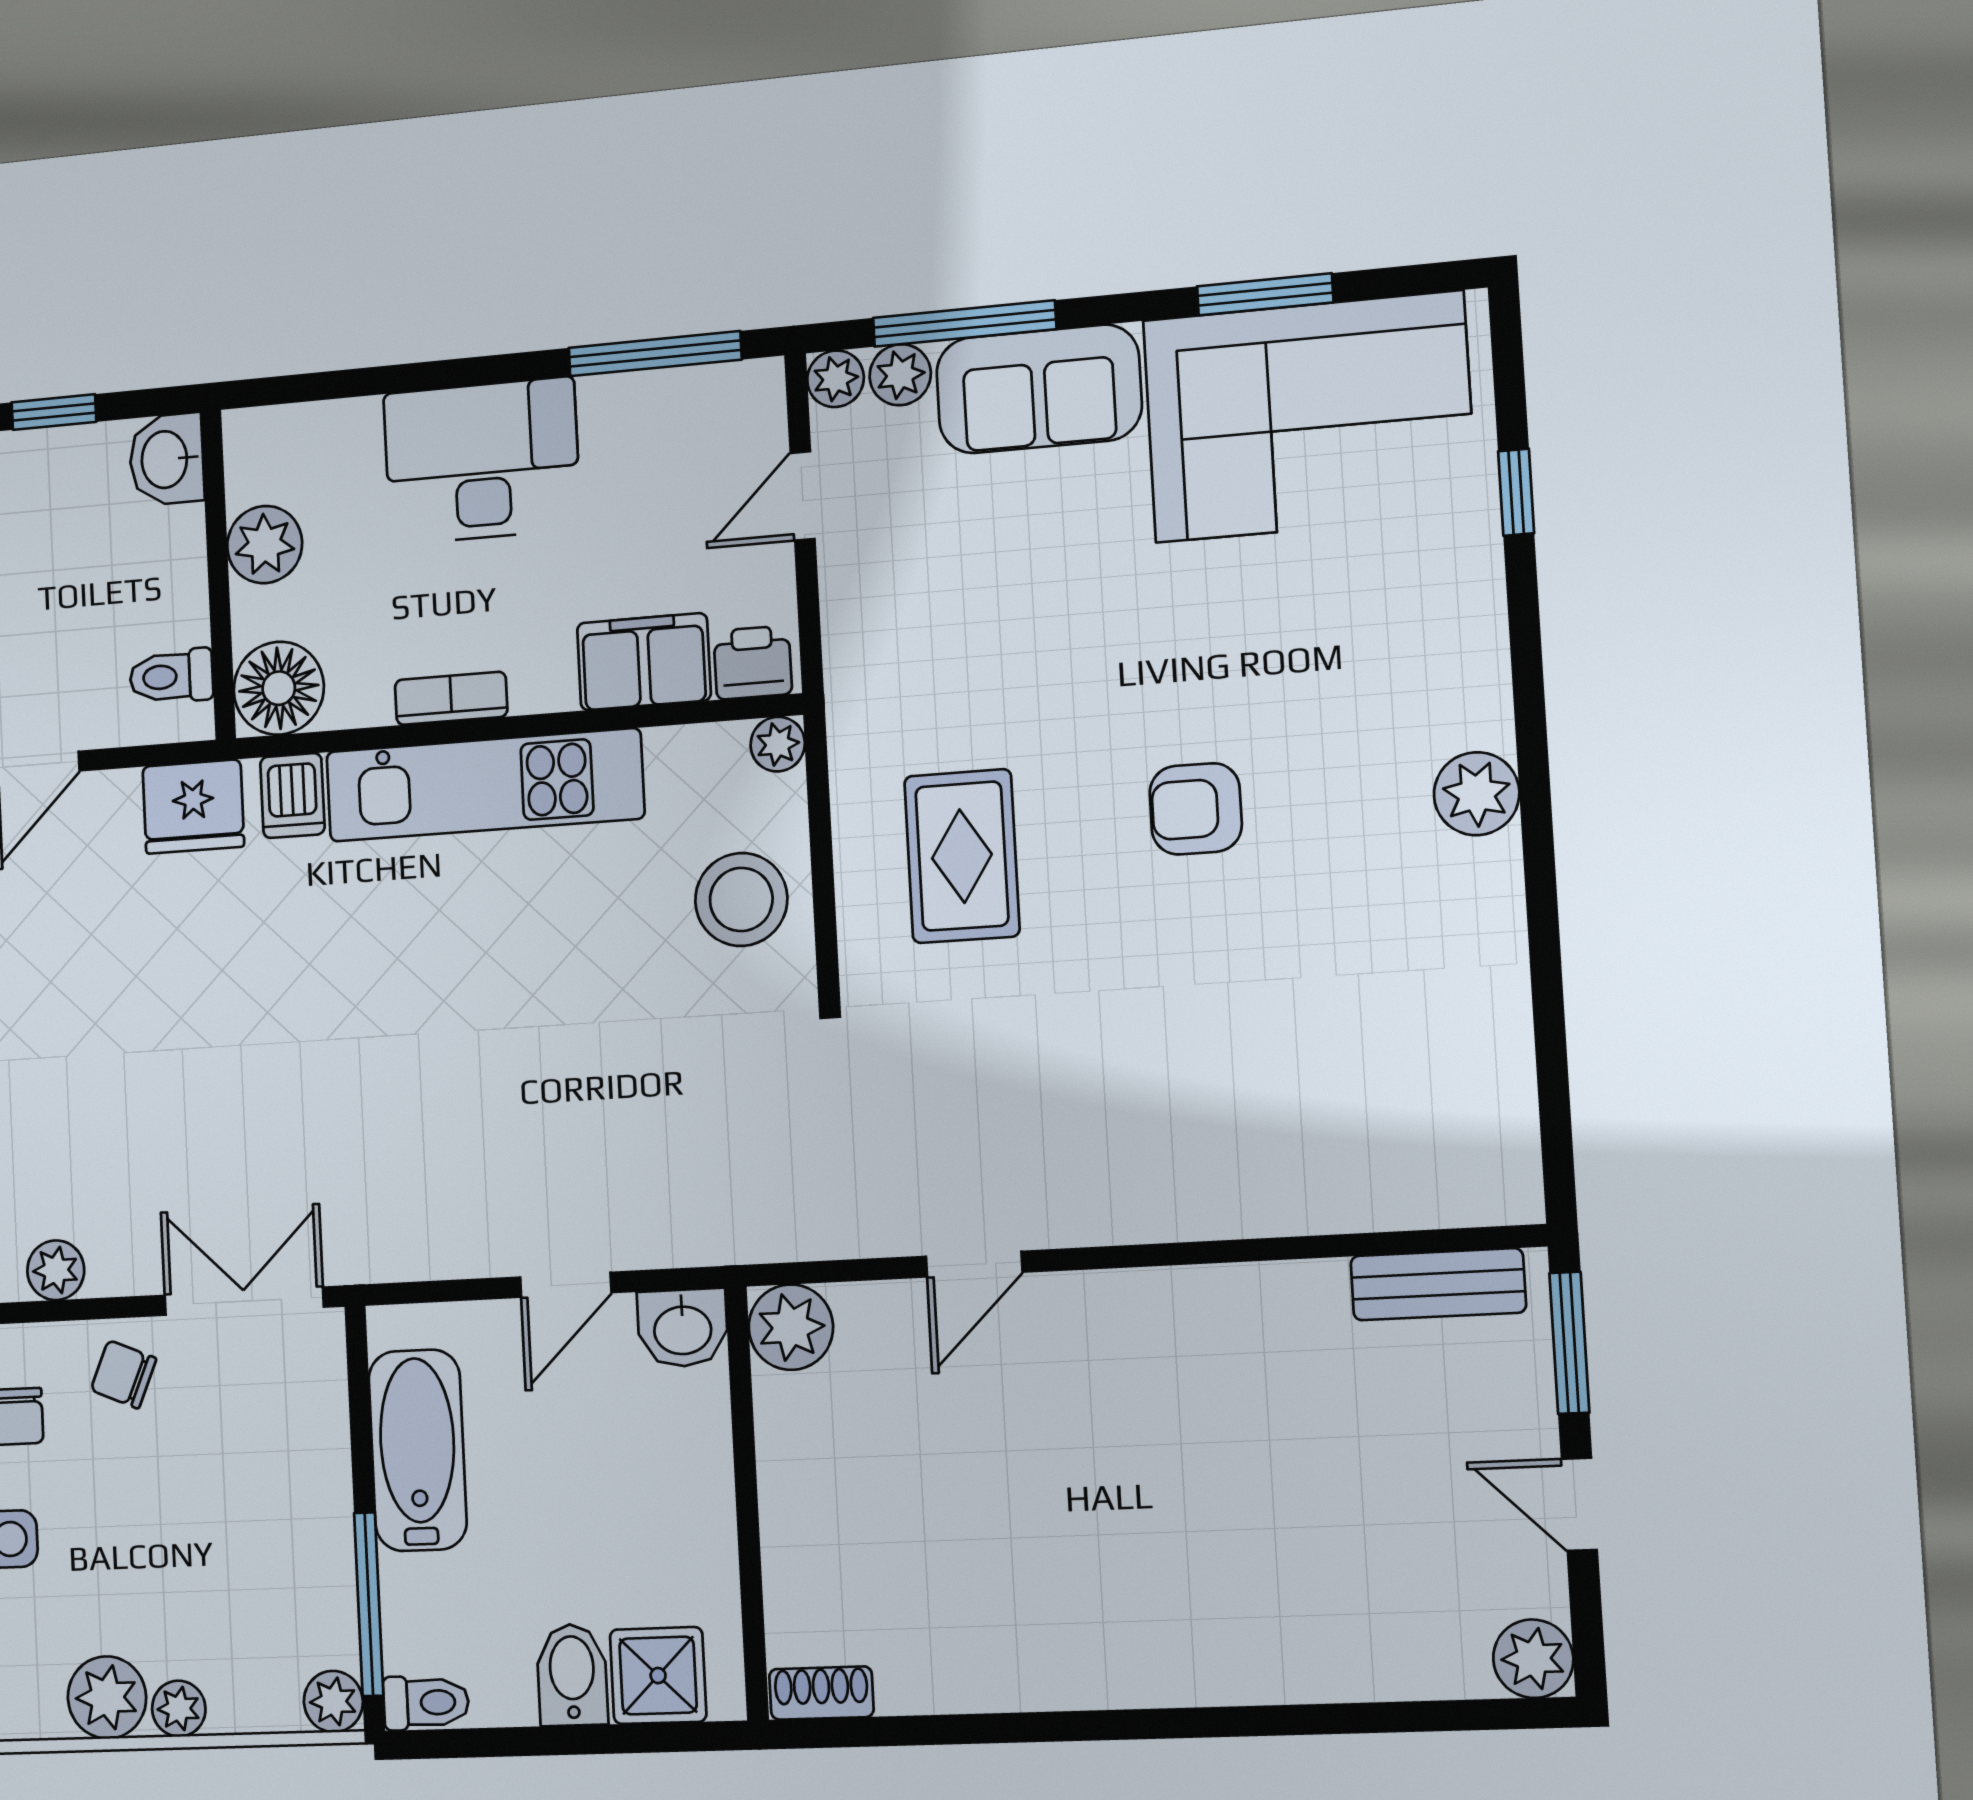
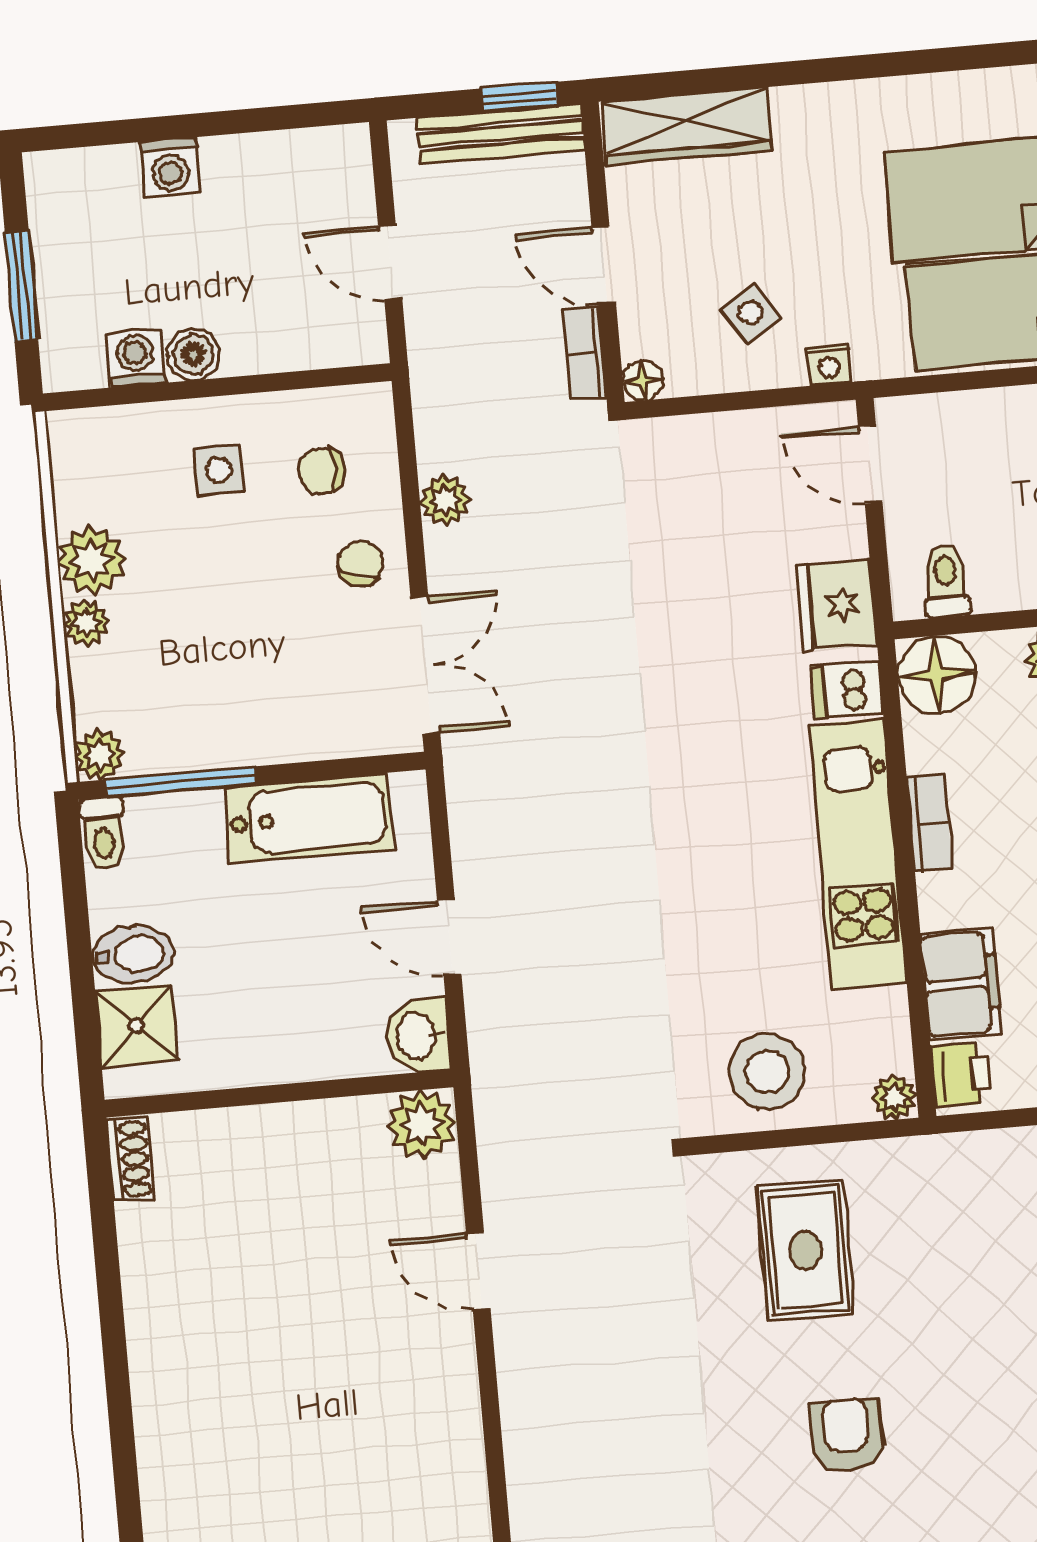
rug: (962, 856) -> (806, 1250), turned 90

